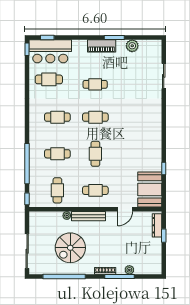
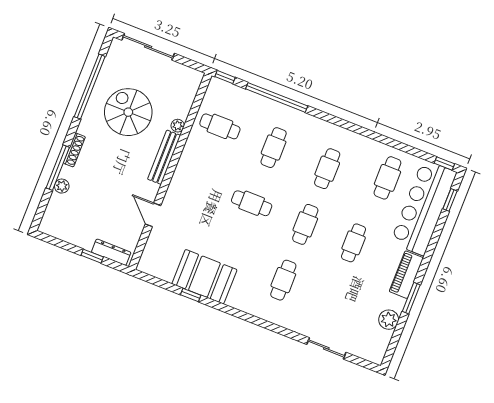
bar counter: (50, 51) -> (424, 208), width x1.36
booth: (150, 189) -> (204, 277), moved
cafe table: (95, 190) -> (283, 280), moved

